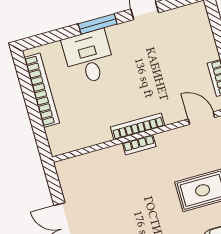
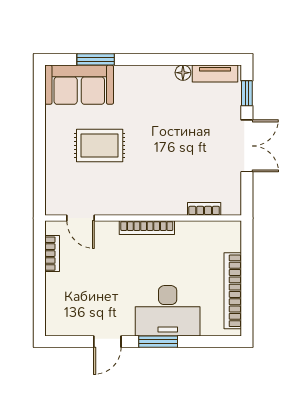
desk: (89, 57) -> (168, 311), width x1.37
bookcase: (139, 145) -> (204, 209), moved

